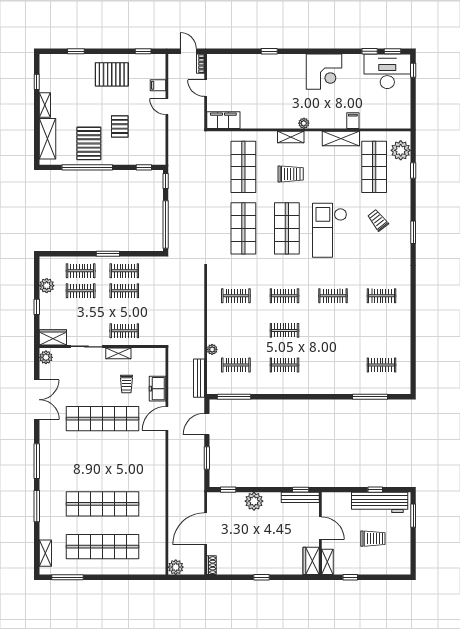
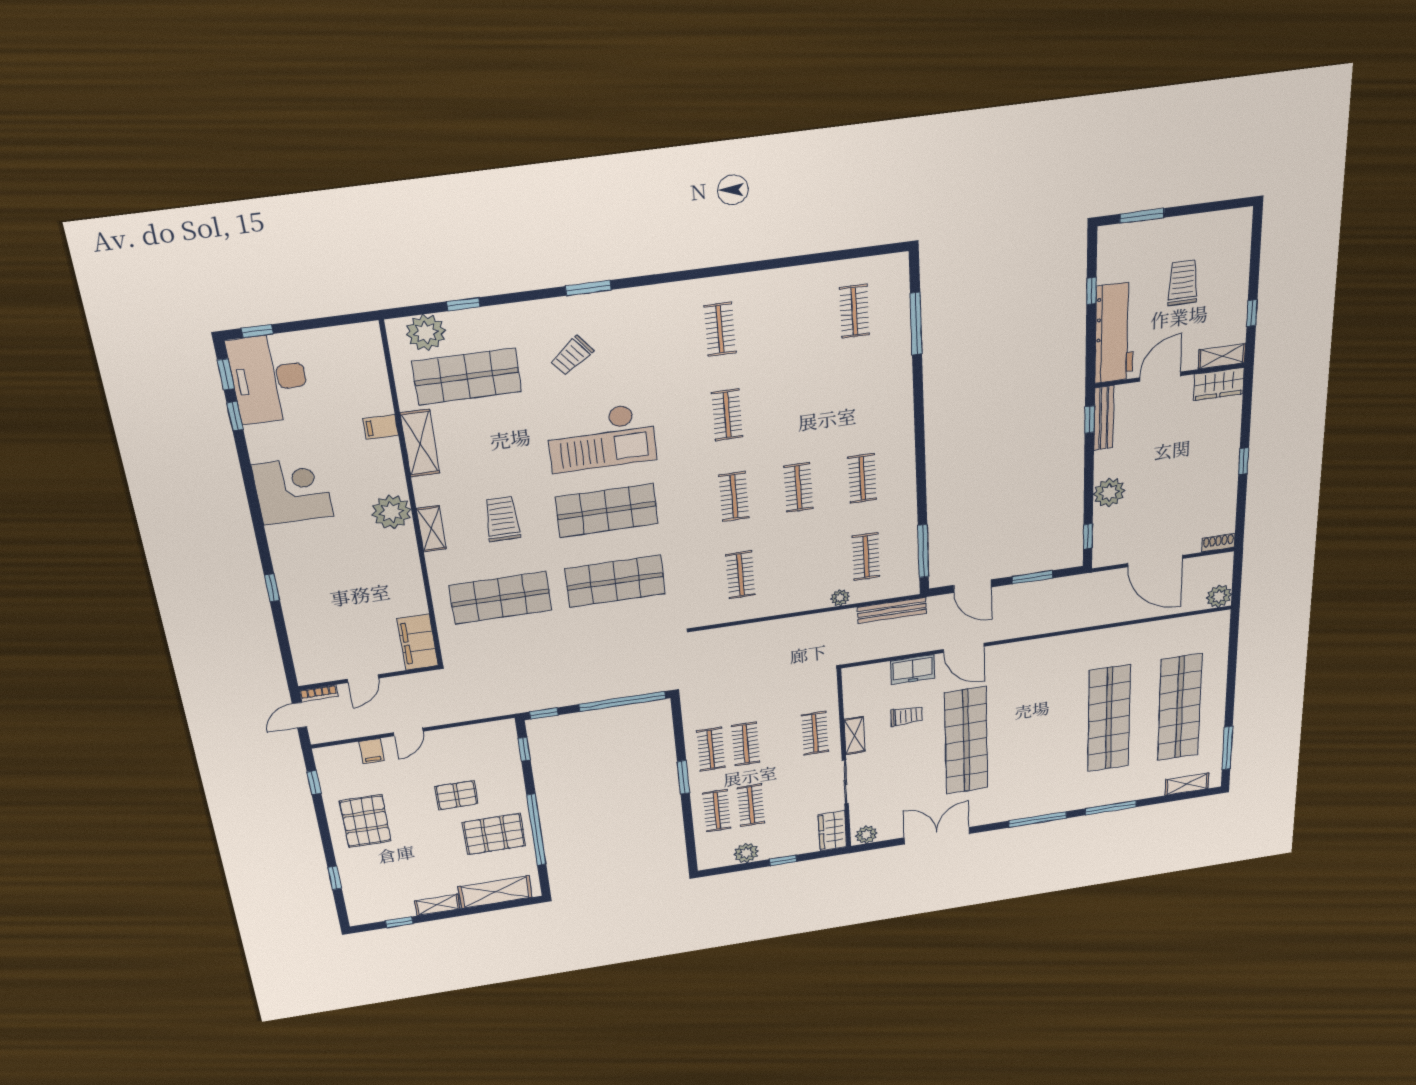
plant: (304, 123) -> (391, 512), width x1.87, depth x1.87
workbench: (380, 502) -> (1114, 333), moved

